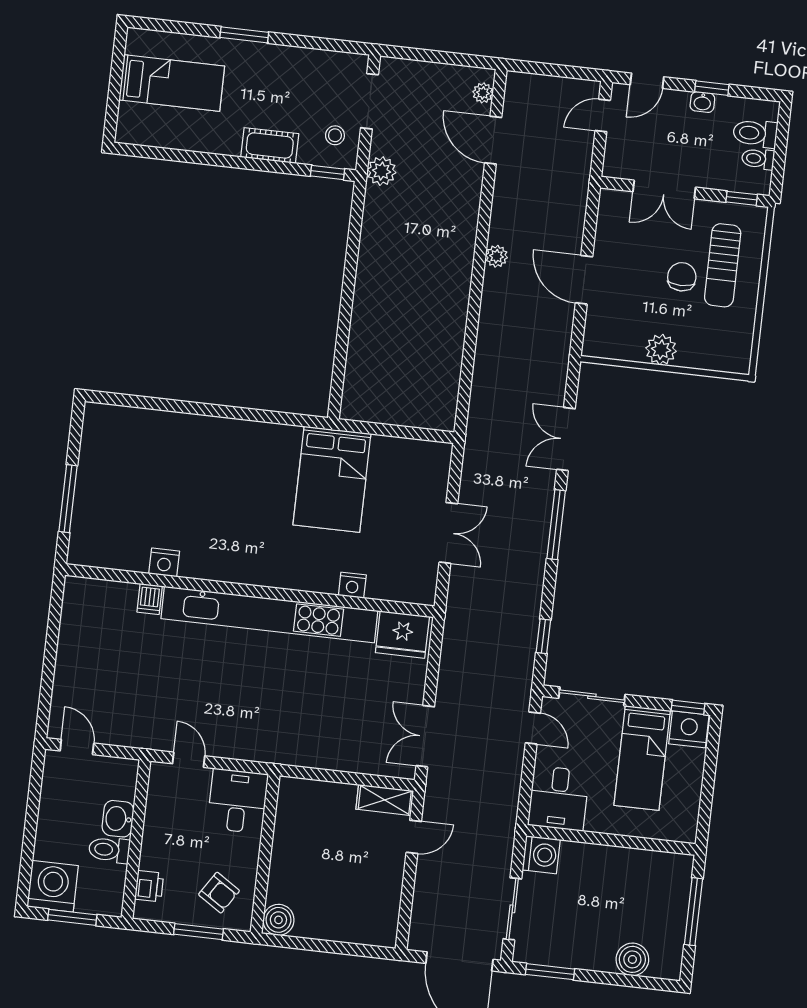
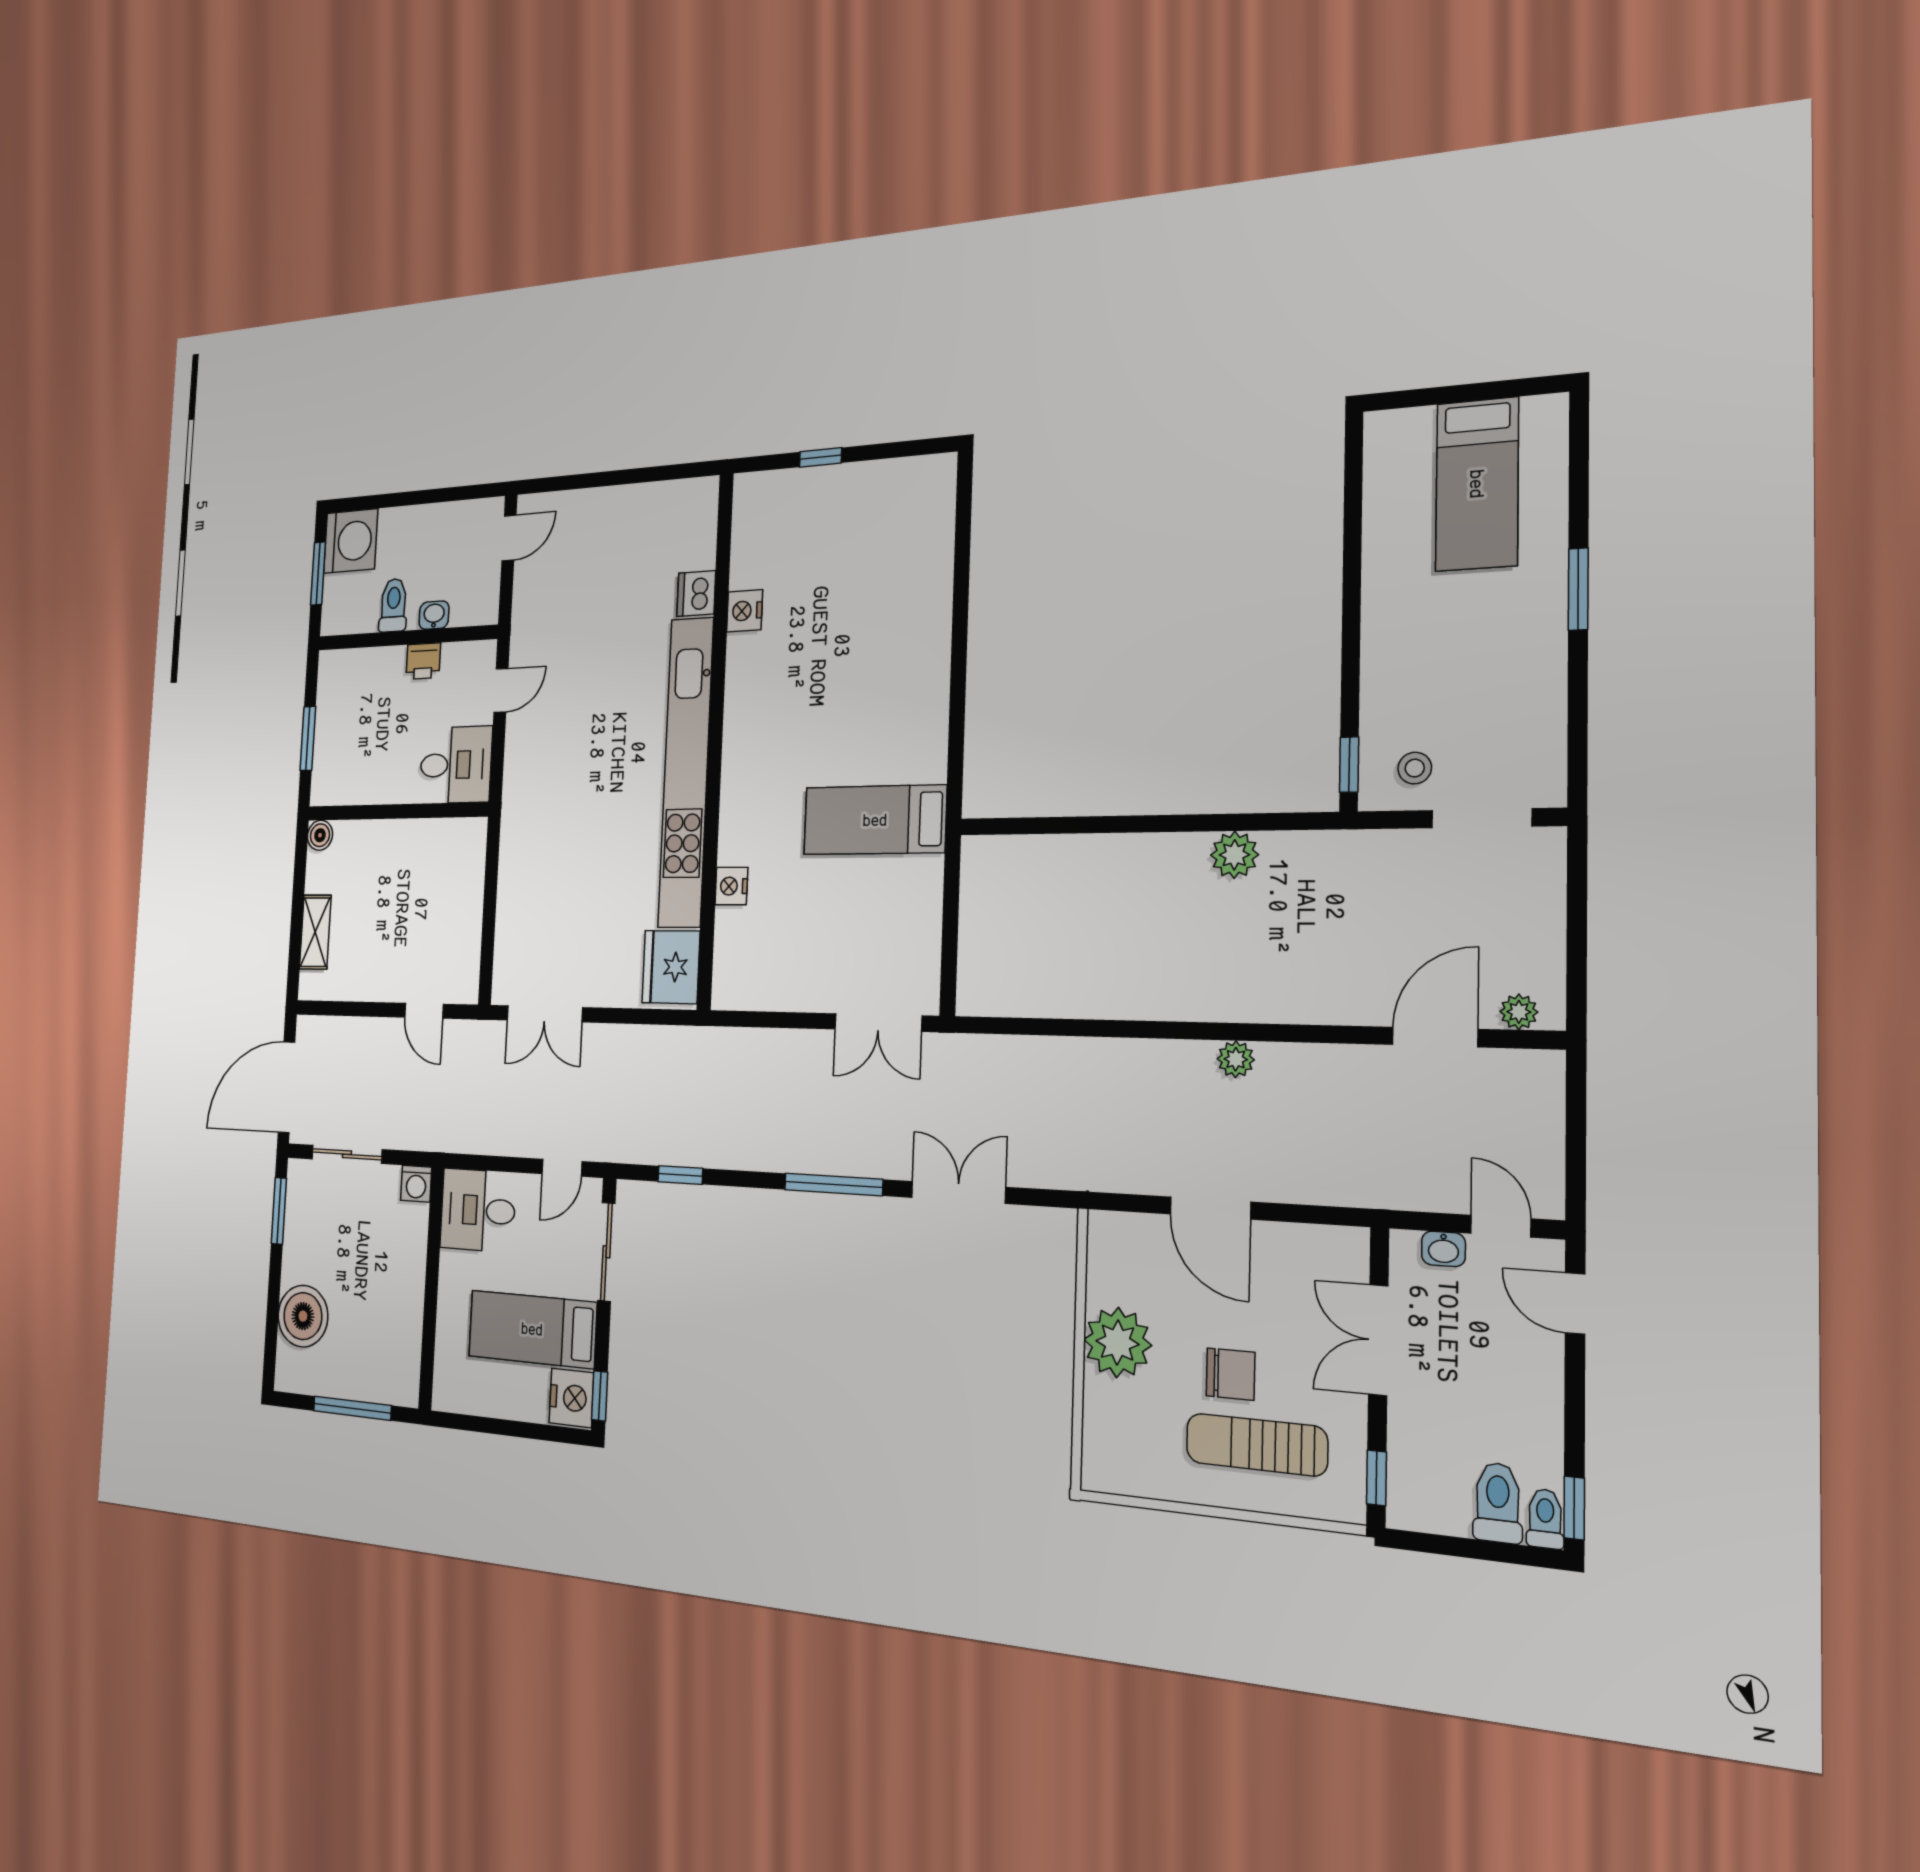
window: (712, 88) -> (1574, 1508), moved
washbasin: (702, 102) -> (1443, 1249), moved, turned -90
cot: (270, 145) -> (1385, 663), removed
toilet: (758, 159) -> (1545, 1519), moved
plant: (382, 171) -> (1234, 855), moved
door: (584, 280) -> (1210, 1208), swing flipped
plant: (661, 350) -> (1117, 1343), width x1.36, depth x1.36
bed: (332, 479) -> (875, 820), width x0.67
window: (68, 499) -> (821, 457), width x0.46
double door: (448, 533) -> (878, 1023), moved
dishwasher: (150, 599) -> (696, 594), width x1.38
double door: (425, 736) -> (545, 1014), swing flipped
shelving: (385, 800) -> (315, 932), moved
washbasin: (118, 819) -> (434, 615), width x0.72, depth x0.69
washing machine: (541, 855) -> (416, 1184), width x0.73, depth x0.73
printer: (149, 886) -> (423, 661), moved
armchair: (219, 893) -> (351, 758), removed
boiler: (278, 920) -> (320, 835), width x0.73, depth x0.73
boiler: (632, 959) -> (303, 1316), width x1.37, depth x1.37

